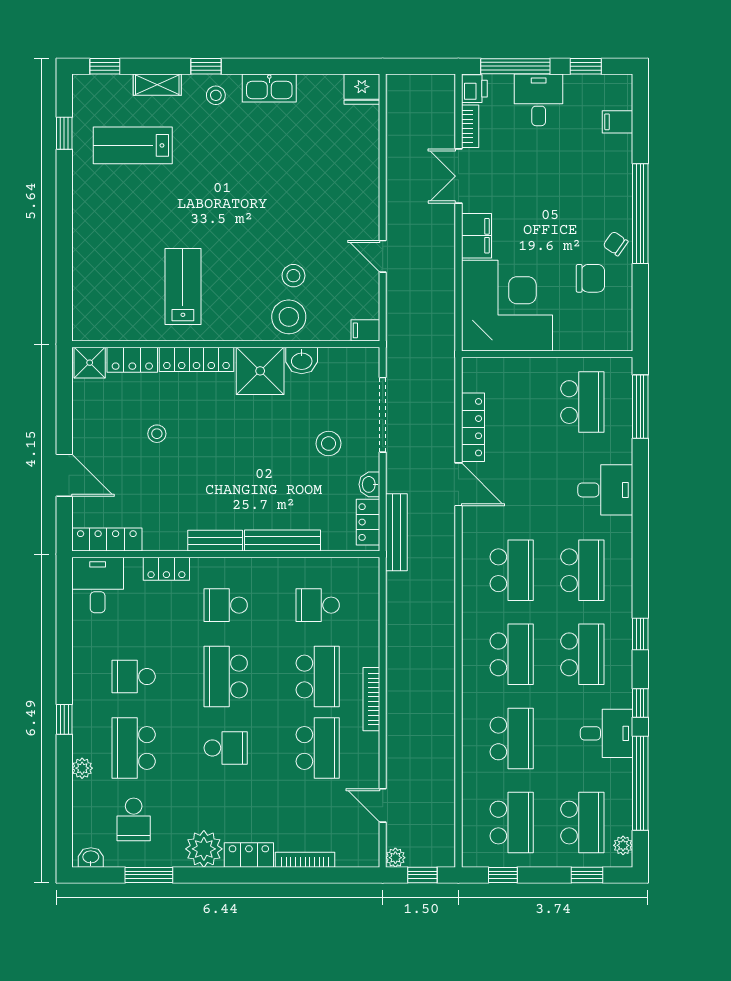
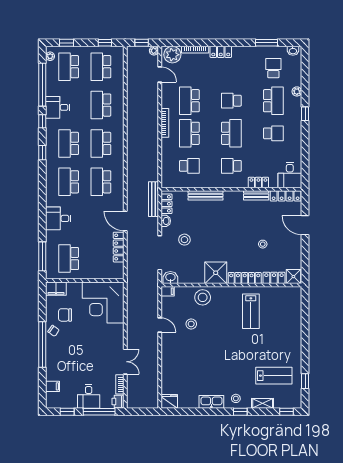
filing cabinet: (476, 236) -> (56, 289), moved, turned -90
stool: (293, 276) -> (191, 324), moved
washbasin: (302, 360) -> (170, 278), moved
bench: (215, 541) -> (256, 195), moved
school desk: (226, 605) -> (231, 166), turned 180
plant: (204, 849) -> (172, 55), moved

